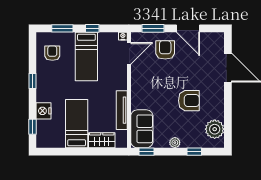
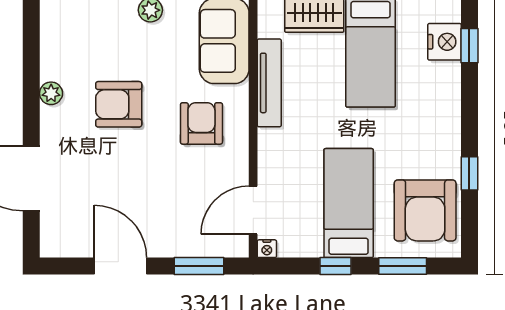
armchair: (165, 50) -> (201, 123), moved, turned 180
armchair: (52, 53) -> (425, 210), width x1.88, depth x1.88
window: (33, 81) -> (469, 173), moved
nightstand: (44, 111) -> (445, 42), moved
plant: (215, 129) -> (51, 93), moved, width x0.53, depth x0.53

